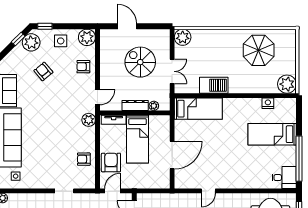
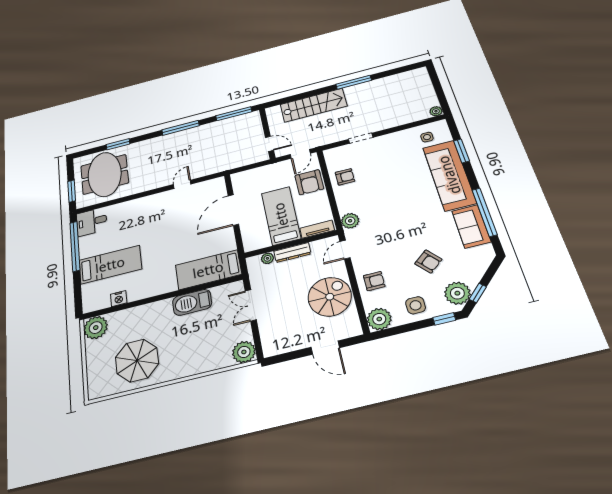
spiral stairs: (140, 62) -> (330, 297), moved, turned -90

